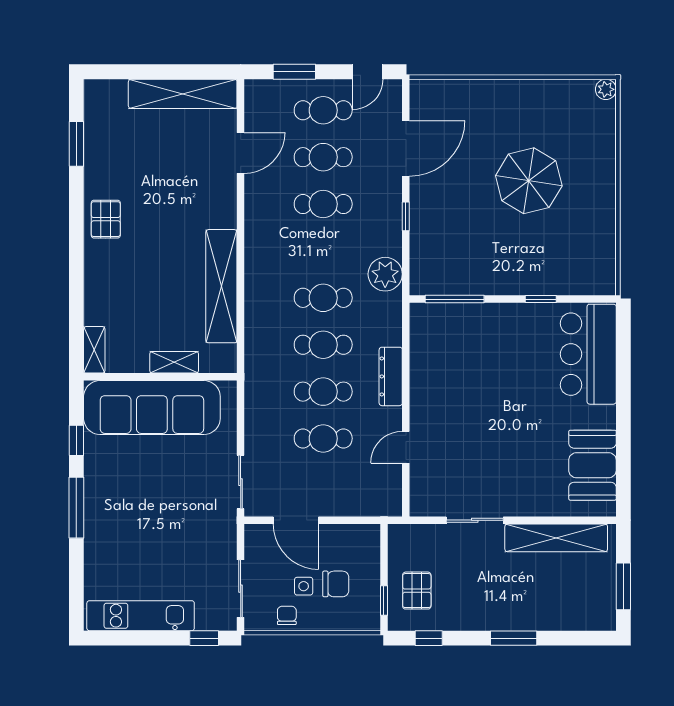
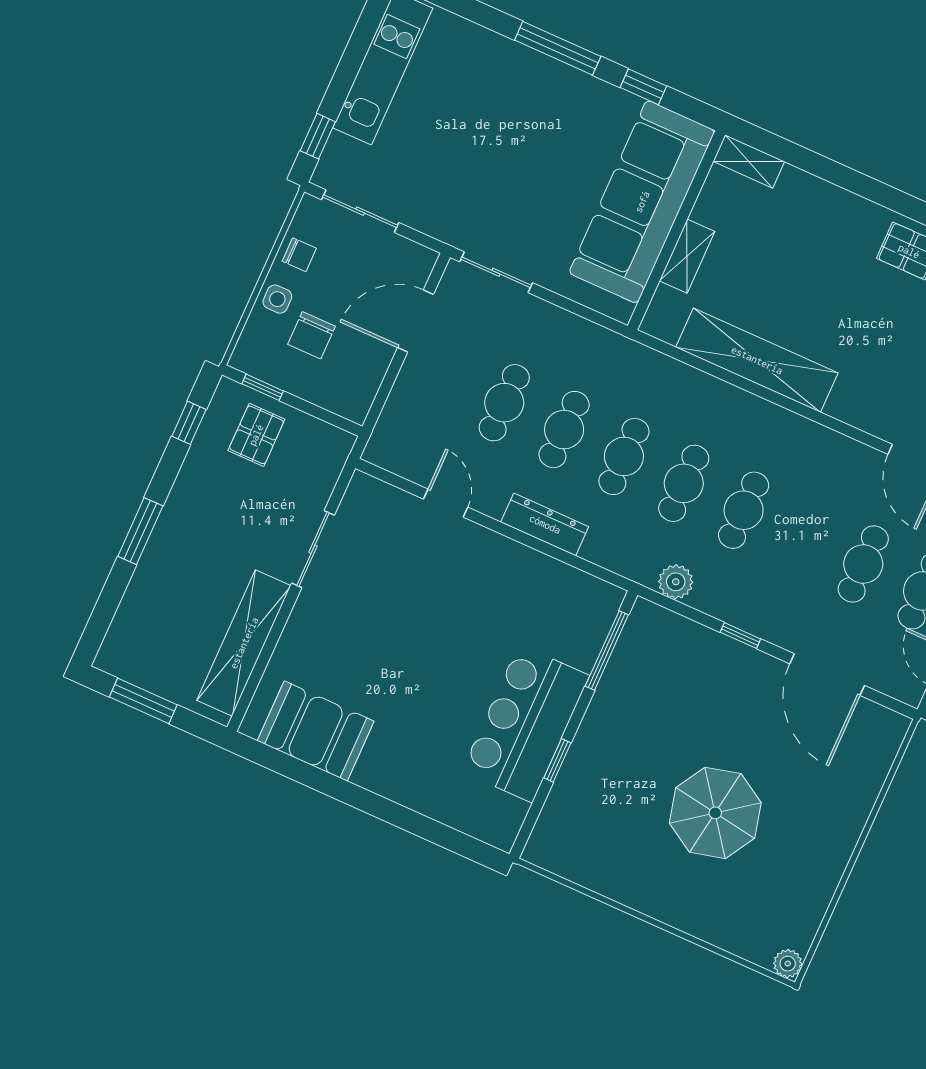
cafe table: (323, 204) -> (744, 510), moved
plant: (385, 274) -> (676, 582), width x0.73, depth x0.73
bar counter: (588, 354) -> (526, 723), moved, turned -90
side table: (304, 586) -> (277, 299), moved
pallet: (417, 591) -> (256, 435), turned 90

